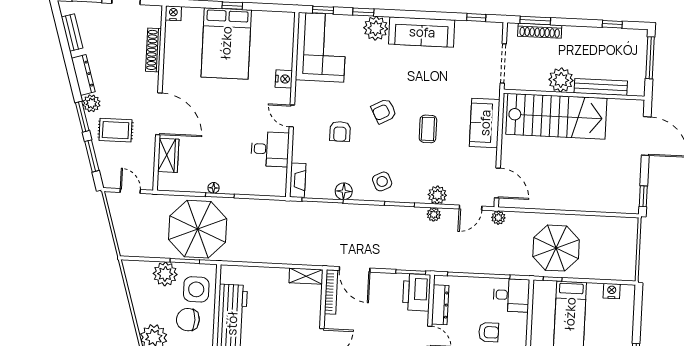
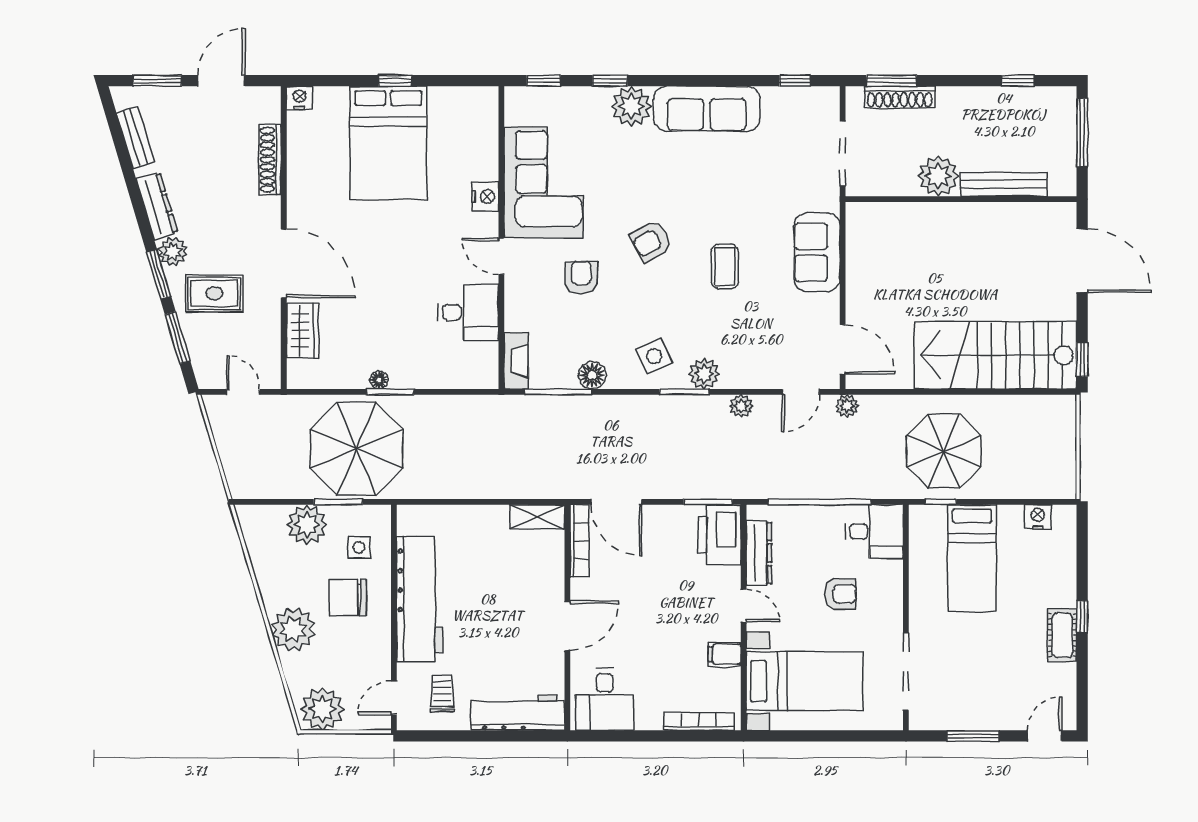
corner sofa: (321, 47) -> (544, 183), moved
stairs: (556, 116) -> (995, 355), moved, turned 180
armchair: (340, 131) -> (581, 278), turned 180
plant: (437, 195) -> (704, 374), moved
side table: (196, 289) -> (359, 547), width x0.54, depth x0.54

